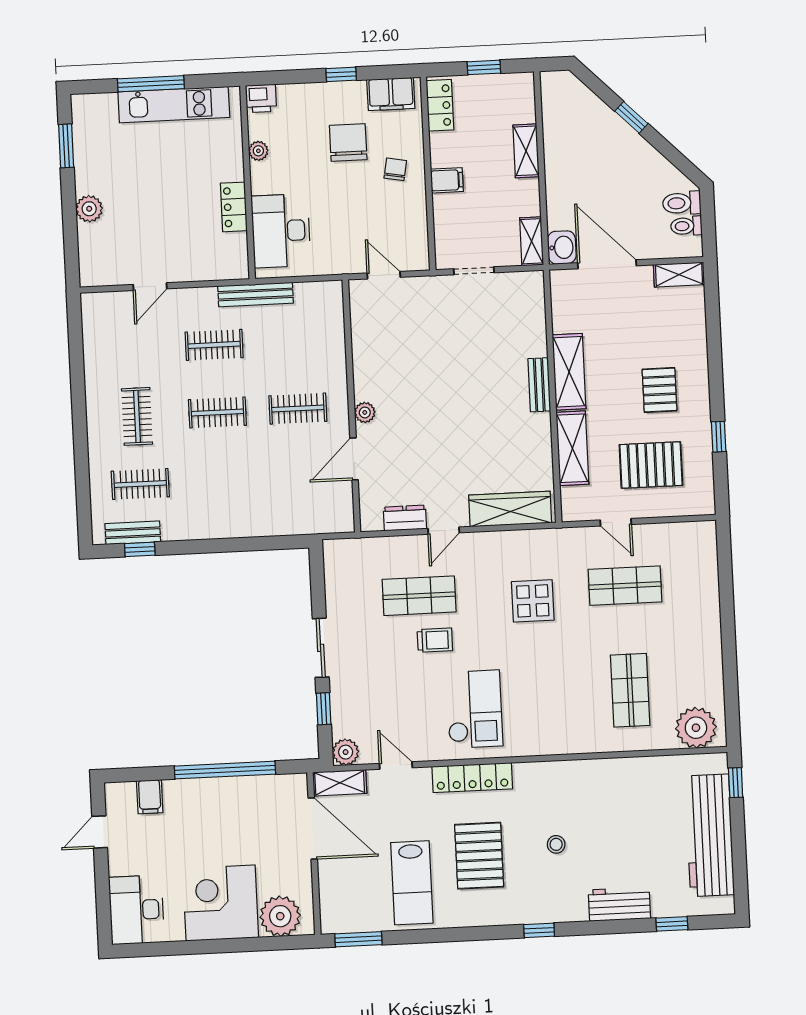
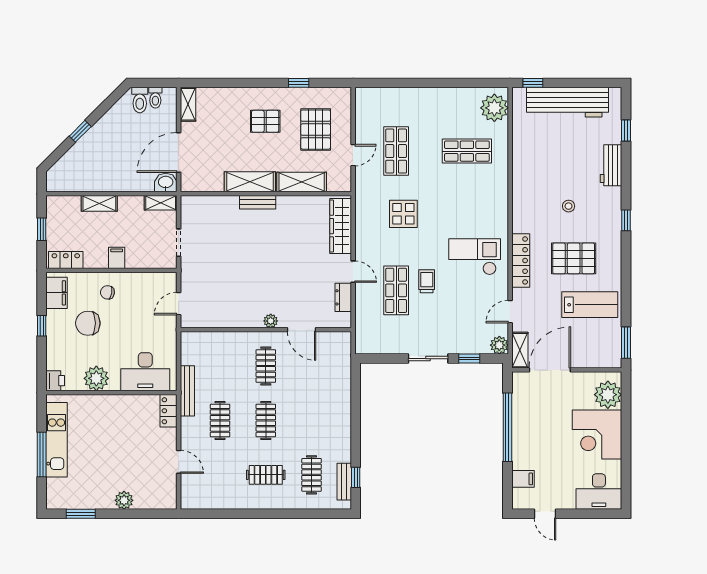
plant: (258, 151) -> (96, 378), width x1.87, depth x1.87
locker: (234, 207) -> (168, 411), moved, turned 90

